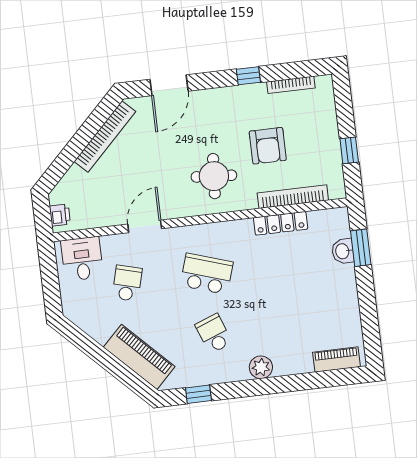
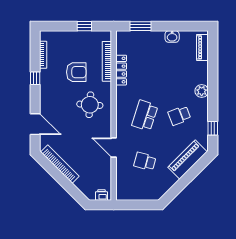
washbasin: (343, 251) -> (172, 37), moved
desk: (82, 259) -> (128, 185), removed

